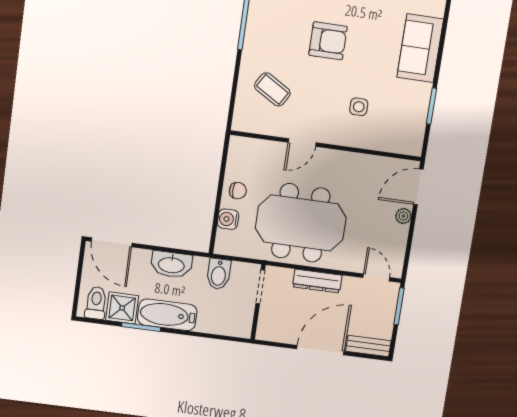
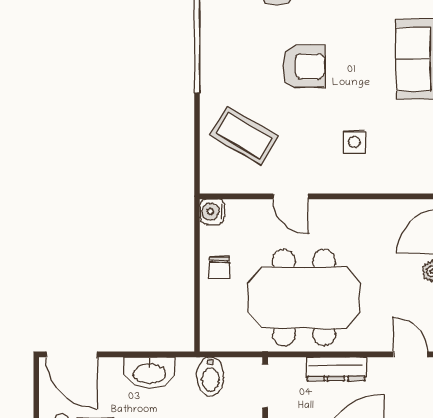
coffee table: (272, 89) -> (244, 136), width x1.36, depth x1.30
door: (302, 143) -> (291, 196), hinge flipped
chair: (238, 191) -> (219, 268), turned 90
water cooler: (228, 219) -> (212, 212), moved

